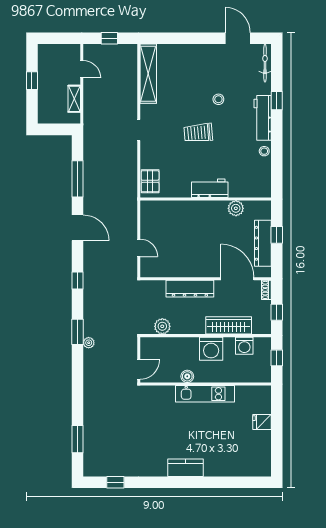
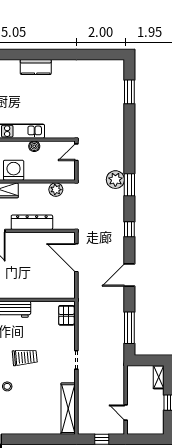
shelving: (74, 99) -> (159, 377), moved
window: (78, 179) -> (129, 328), moved
door: (78, 228) -> (129, 275), hinge flipped
door: (139, 248) -> (76, 258), width x1.88
plant: (89, 343) -> (115, 180), width x1.87, depth x1.87
window: (115, 482) -> (97, 54), removed

